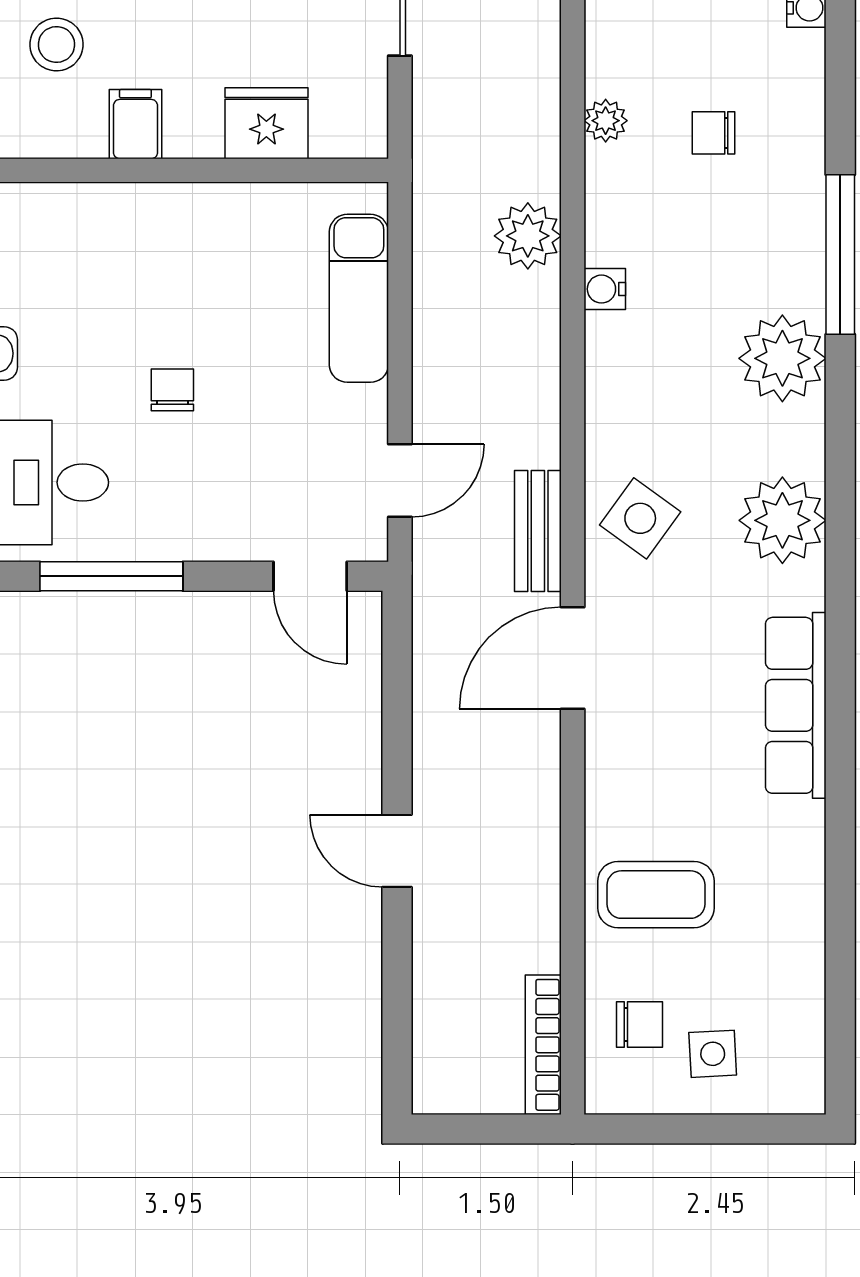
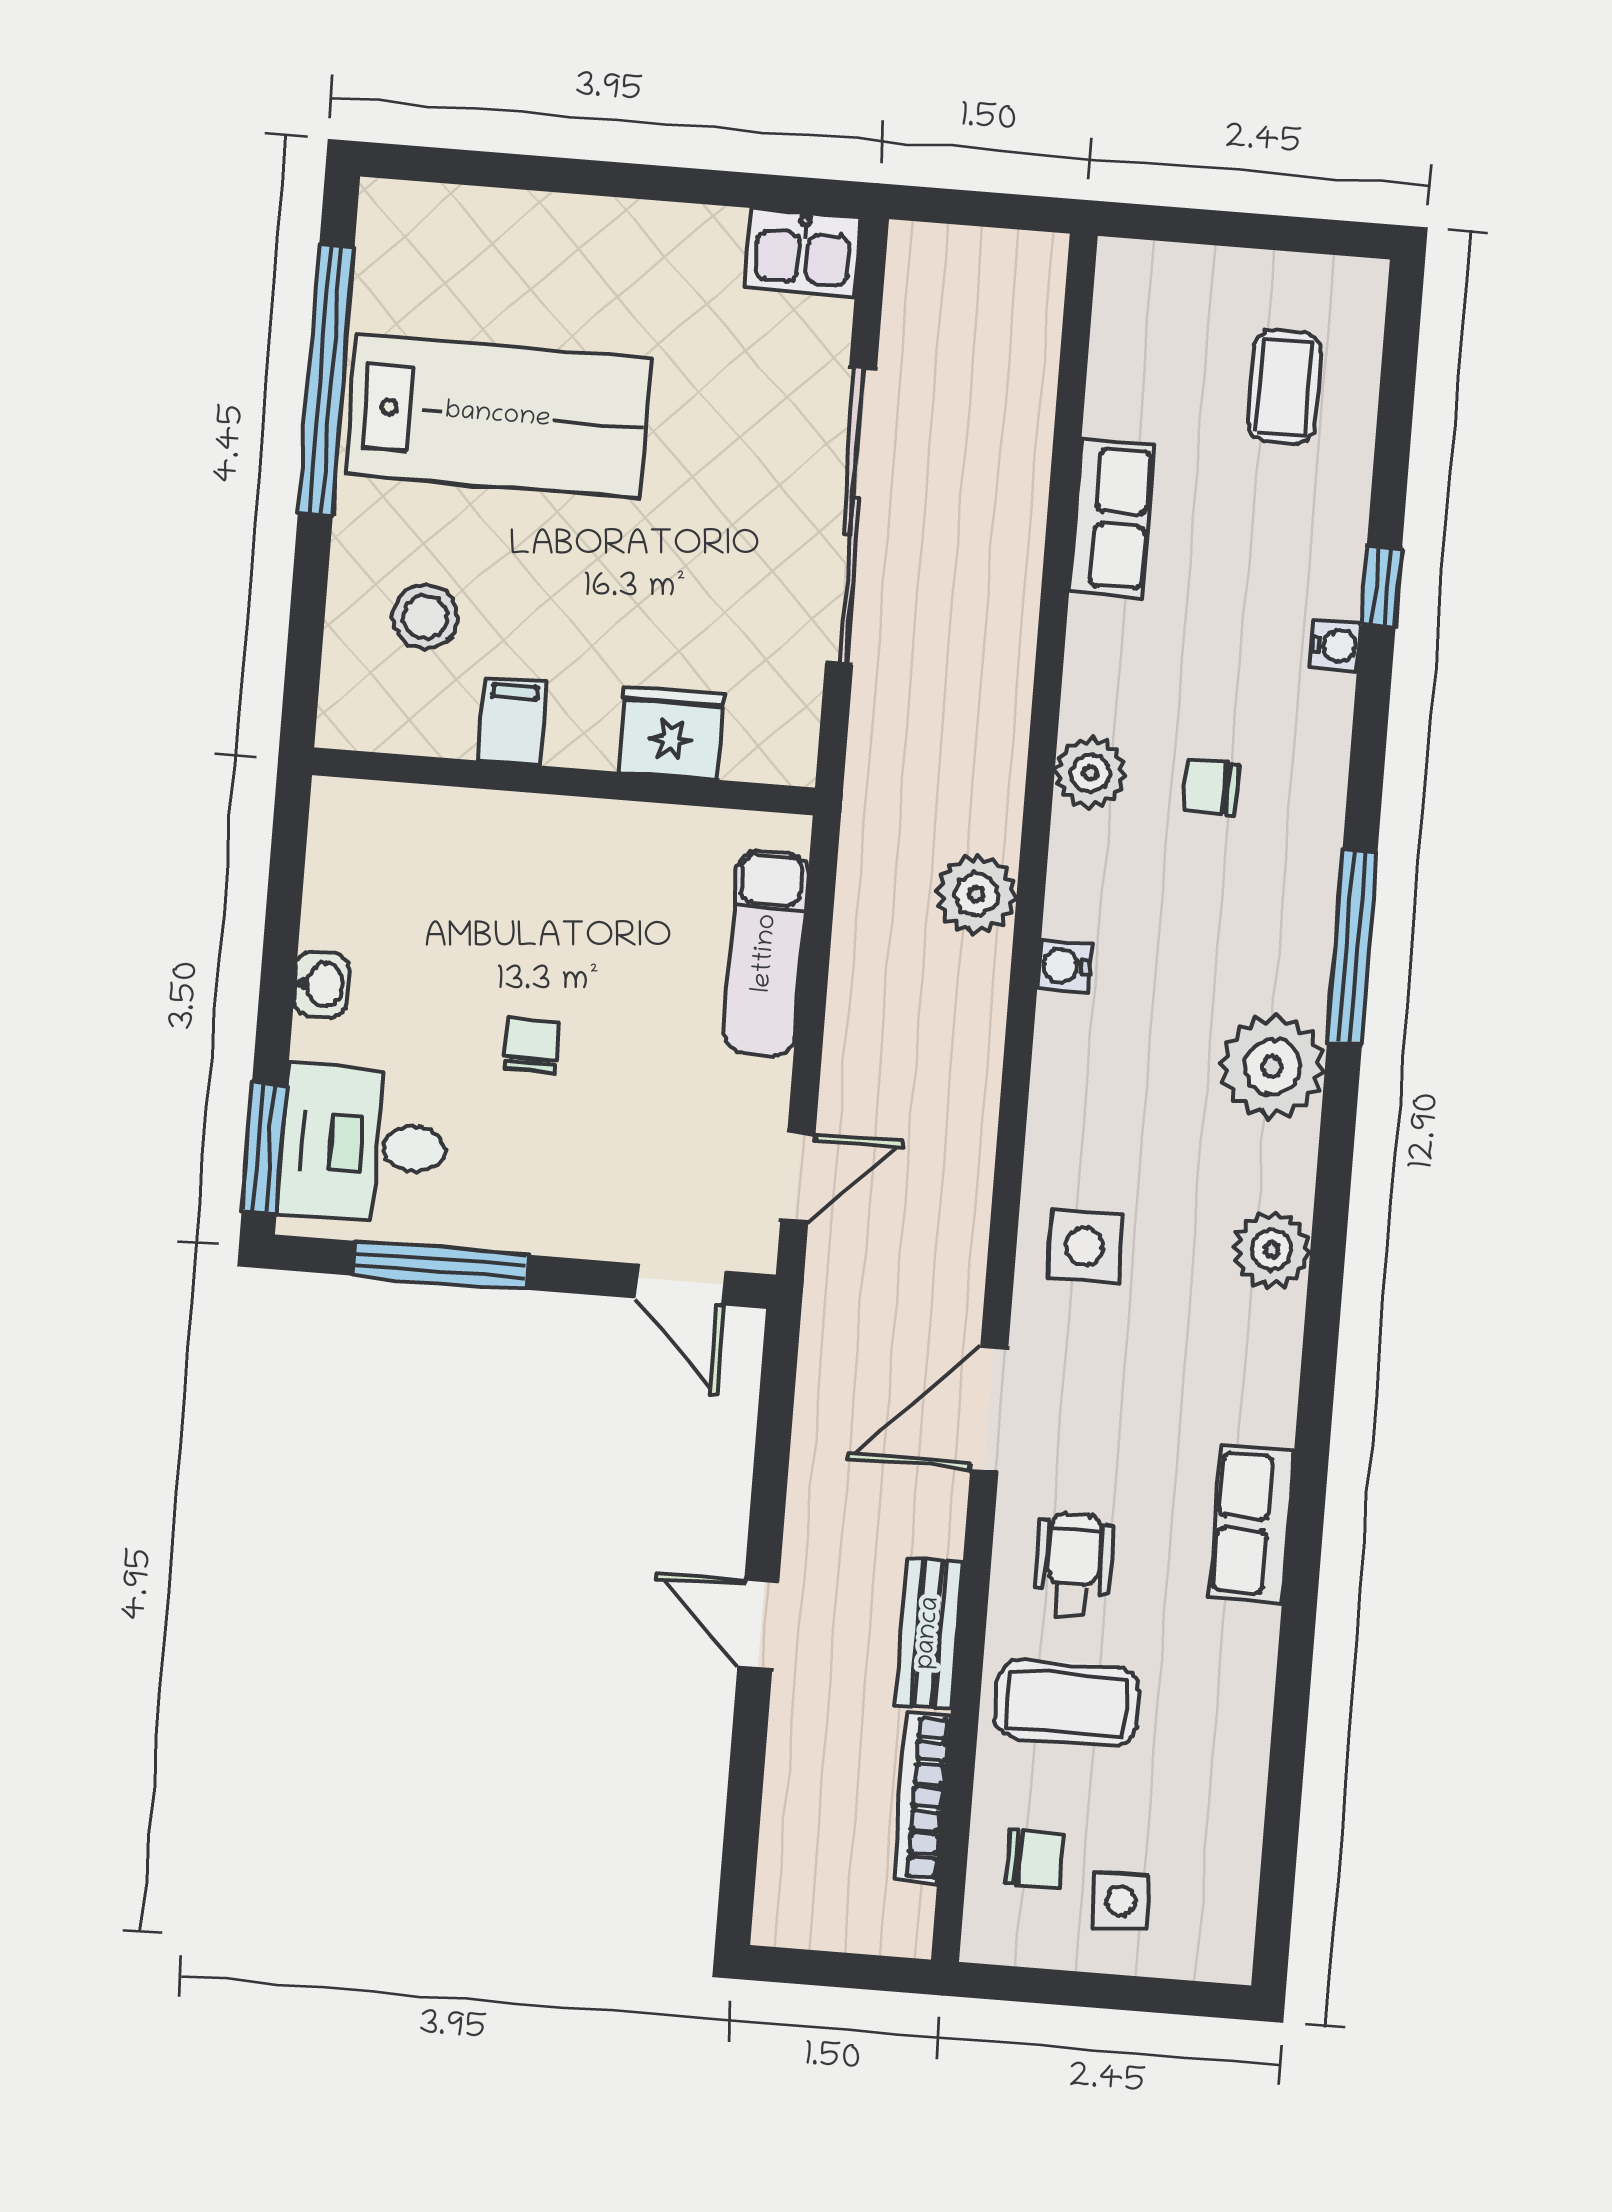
plant: (606, 121) -> (1090, 773), width x1.38, depth x1.38
side table: (640, 518) -> (1085, 1246), turned -36
plant: (782, 520) -> (1272, 1250), width x0.73, depth x0.73
bench: (538, 531) -> (929, 1633), moved
row of seats: (796, 705) -> (1252, 1524), width x0.68
wheelchair: (652, 781) -> (1073, 1565), added
bookcase: (543, 1045) -> (922, 1797), moved

